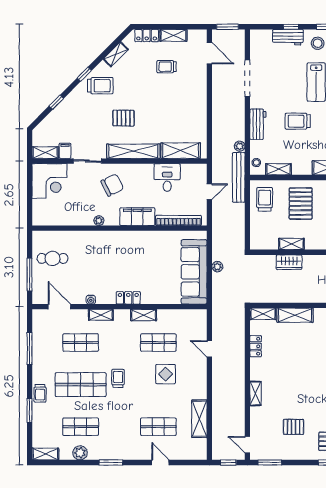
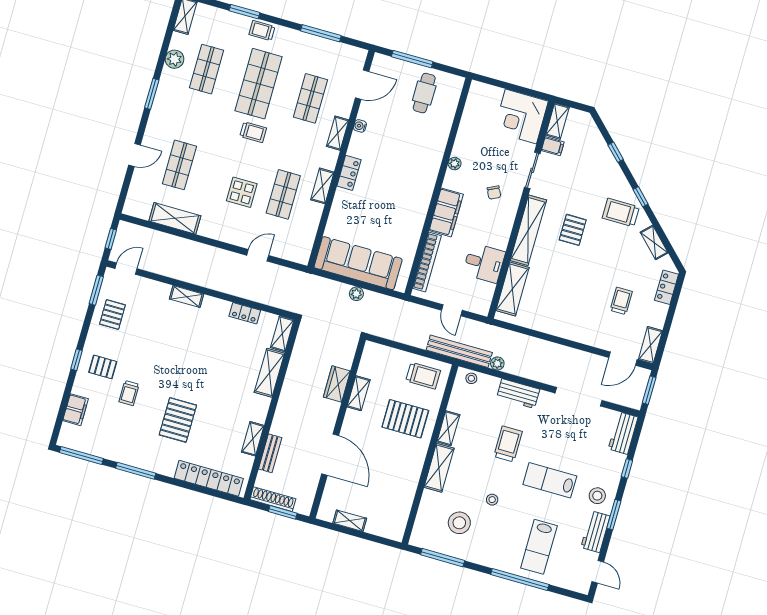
shelving: (173, 35) -> (650, 345), moved
workbench: (288, 37) -> (623, 433), moved
trolley: (100, 86) -> (621, 213), turned 90
shelving: (279, 169) -> (448, 428), moved
chair: (112, 185) -> (494, 193), width x0.54, depth x0.54
pallet: (294, 427) -> (112, 315), moved

